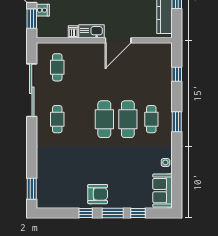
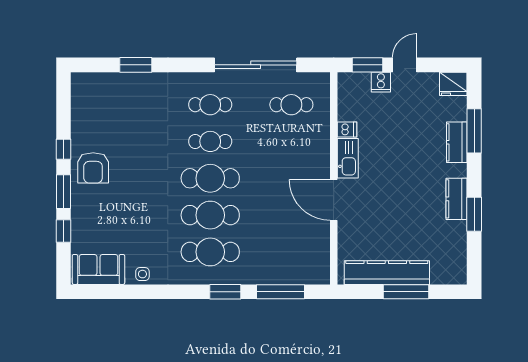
window: (177, 74) -> (280, 292), width x2.17
cafe table: (81, 119) -> (210, 141), added
cafe table: (151, 119) -> (210, 252), width x1.37, depth x1.35
window: (177, 122) -> (225, 292), moved
window: (32, 189) -> (136, 65), moved

